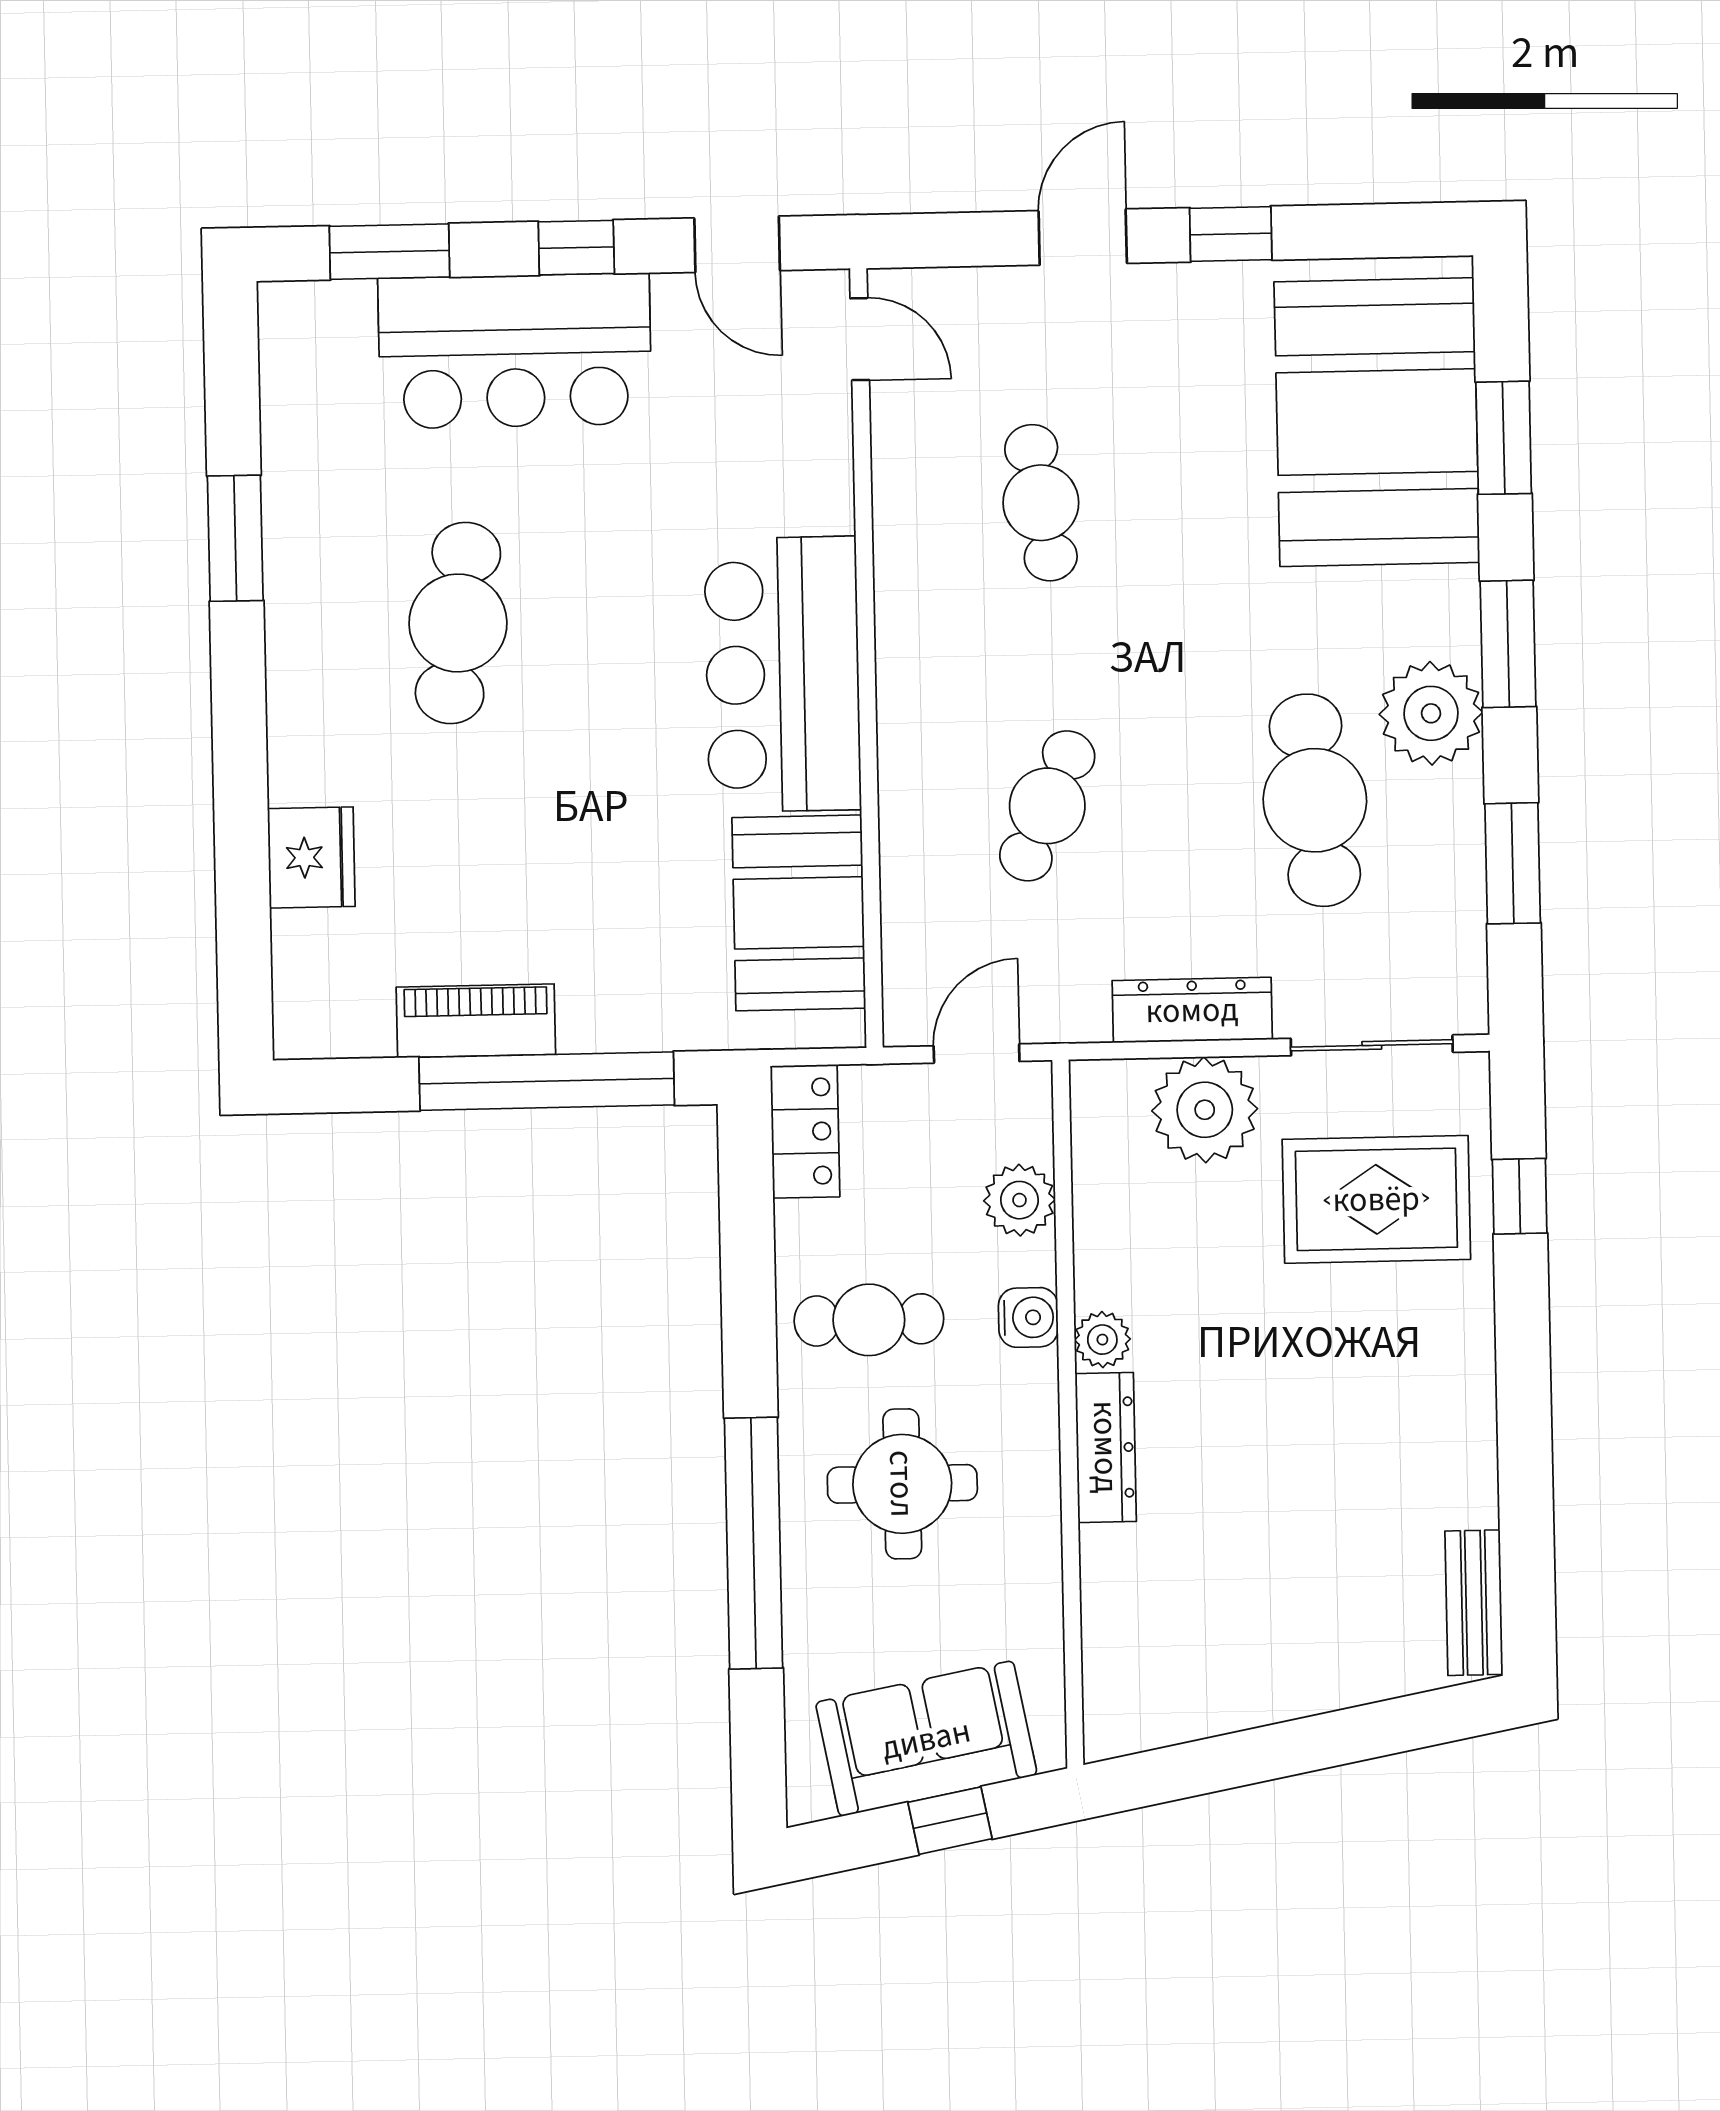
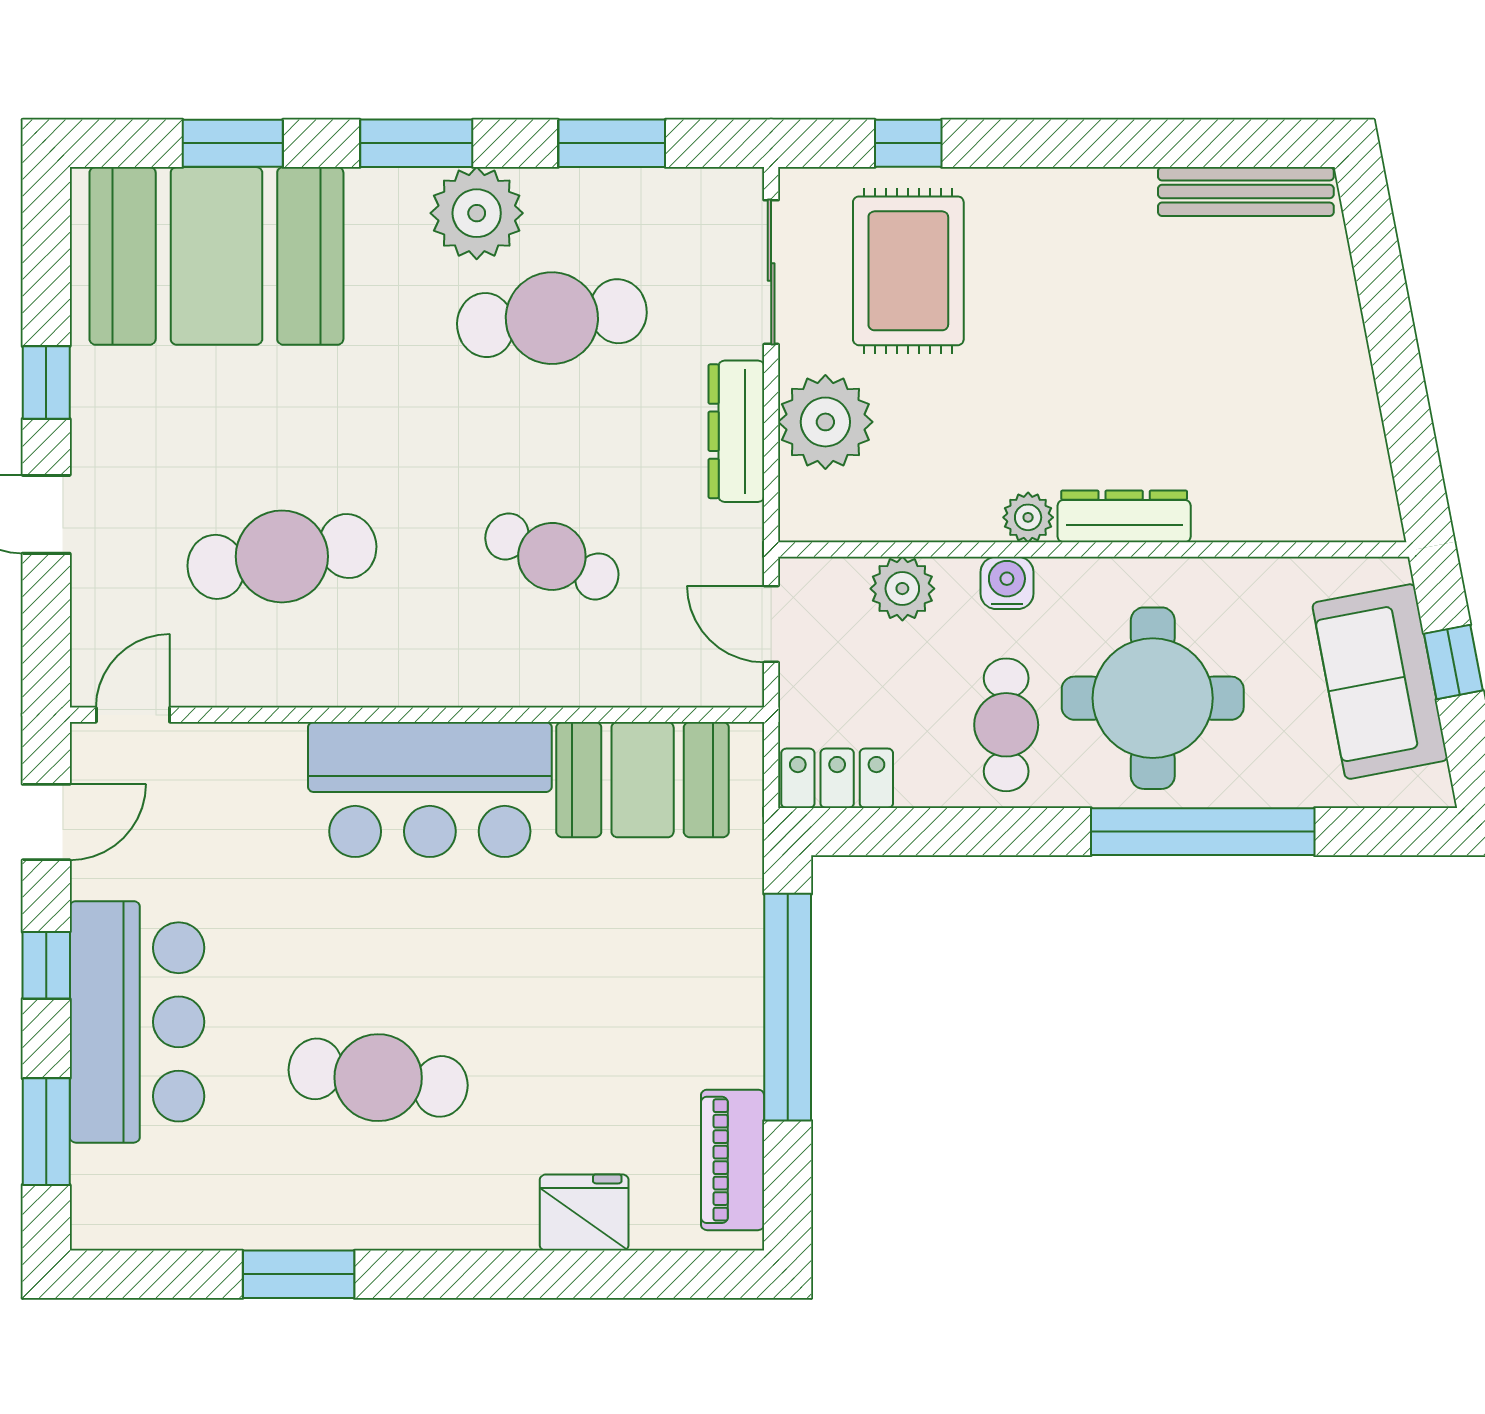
cafe table: (1041, 503) -> (282, 556), width x1.37, depth x1.35
piano: (476, 1021) -> (733, 1160), moved
round table: (902, 1484) -> (1153, 698), width x1.36, depth x1.36
bench: (1474, 1603) -> (1246, 192), width x1.36

